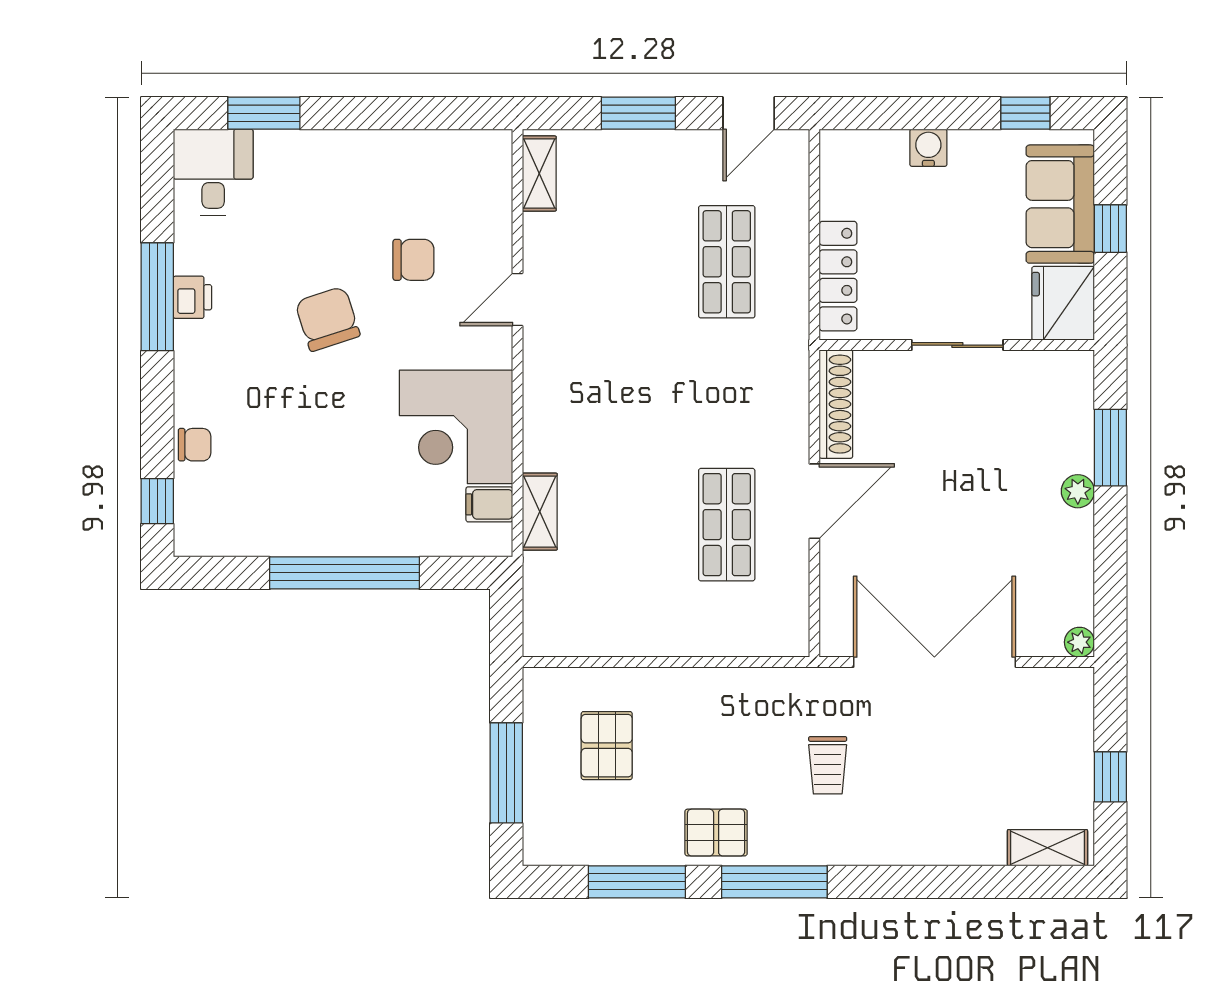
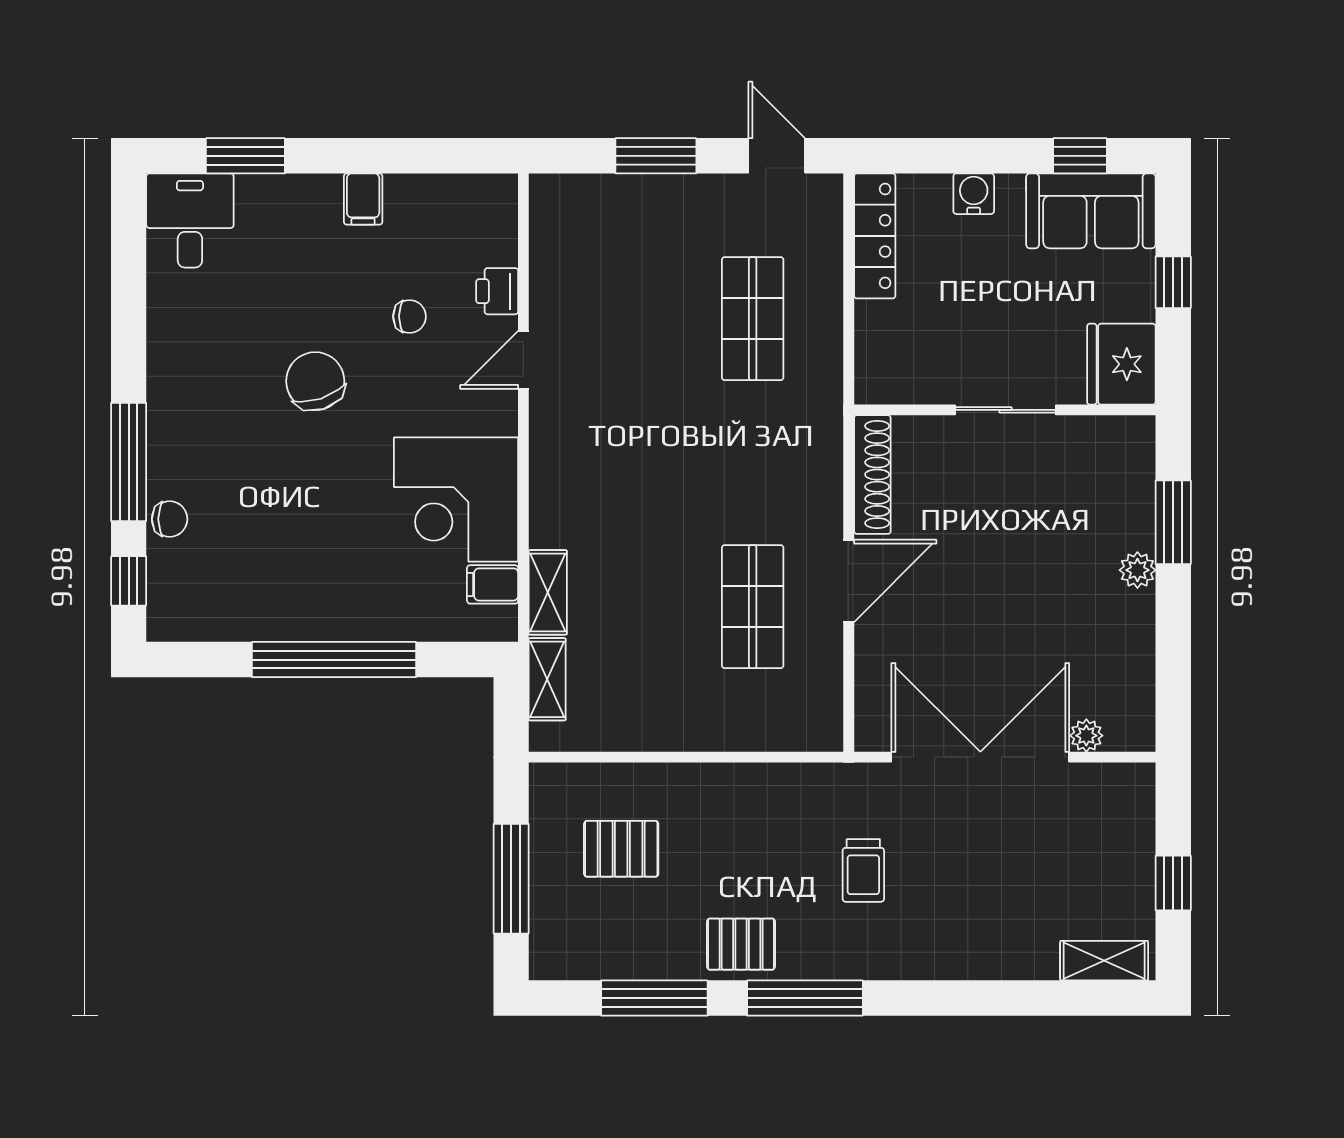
door: (749, 113) -> (777, 156), swing flipped
filing cabinet: (371, 153) -> (363, 199), added
shelving: (539, 174) -> (547, 679), moved
sofa: (1060, 204) -> (1091, 211), moved, turned -90
chair: (413, 260) -> (409, 316), width x0.73, depth x0.73
locker: (838, 276) -> (875, 236), moved
window: (157, 297) -> (129, 462), moved
printer: (192, 297) -> (497, 291), moved, turned 180
plant: (1079, 642) -> (1086, 736), moved
pallet: (607, 746) -> (621, 849), turned 90

